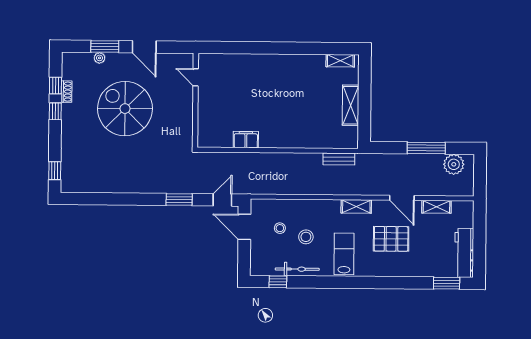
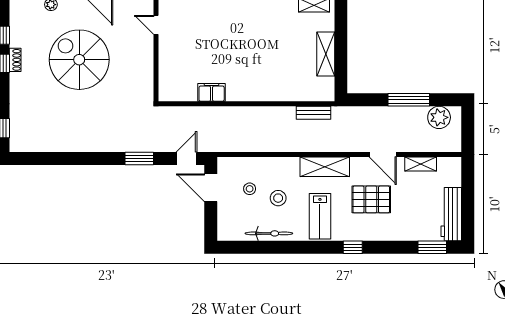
shoe rack: (66, 92) -> (15, 60), moved
shelving: (356, 206) -> (325, 167), width x1.50, depth x1.33
lab bench: (344, 254) -> (320, 216), turned 180
window: (278, 282) -> (353, 247), moved

